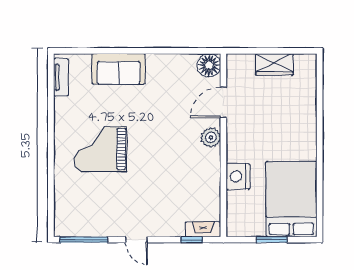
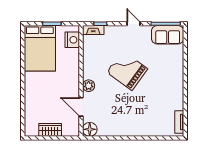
sofa: (118, 69) -> (168, 35), moved, turned 180
door: (223, 102) -> (81, 107), swing flipped
grand piano: (101, 149) -> (127, 70), moved, turned -144
nightstand: (238, 176) -> (72, 40), moved

